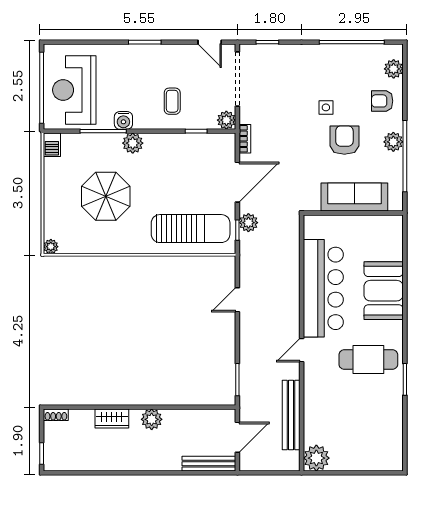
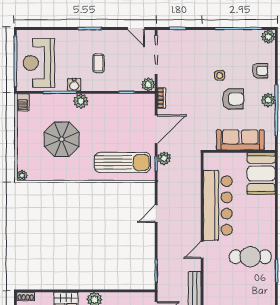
plant: (394, 69) -> (268, 37), moved
coffee table: (172, 101) -> (98, 63), moved
armchair: (382, 101) -> (260, 71), turned 180
armchair: (344, 140) -> (233, 99), turned 90
booth: (384, 291) -> (261, 173), moved

